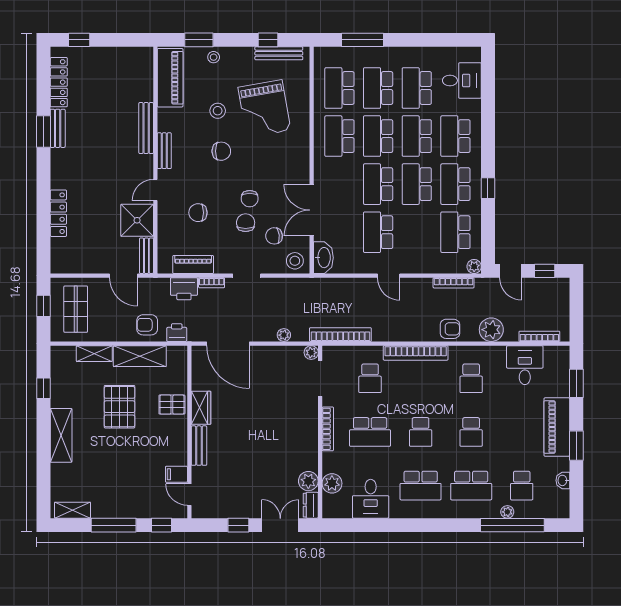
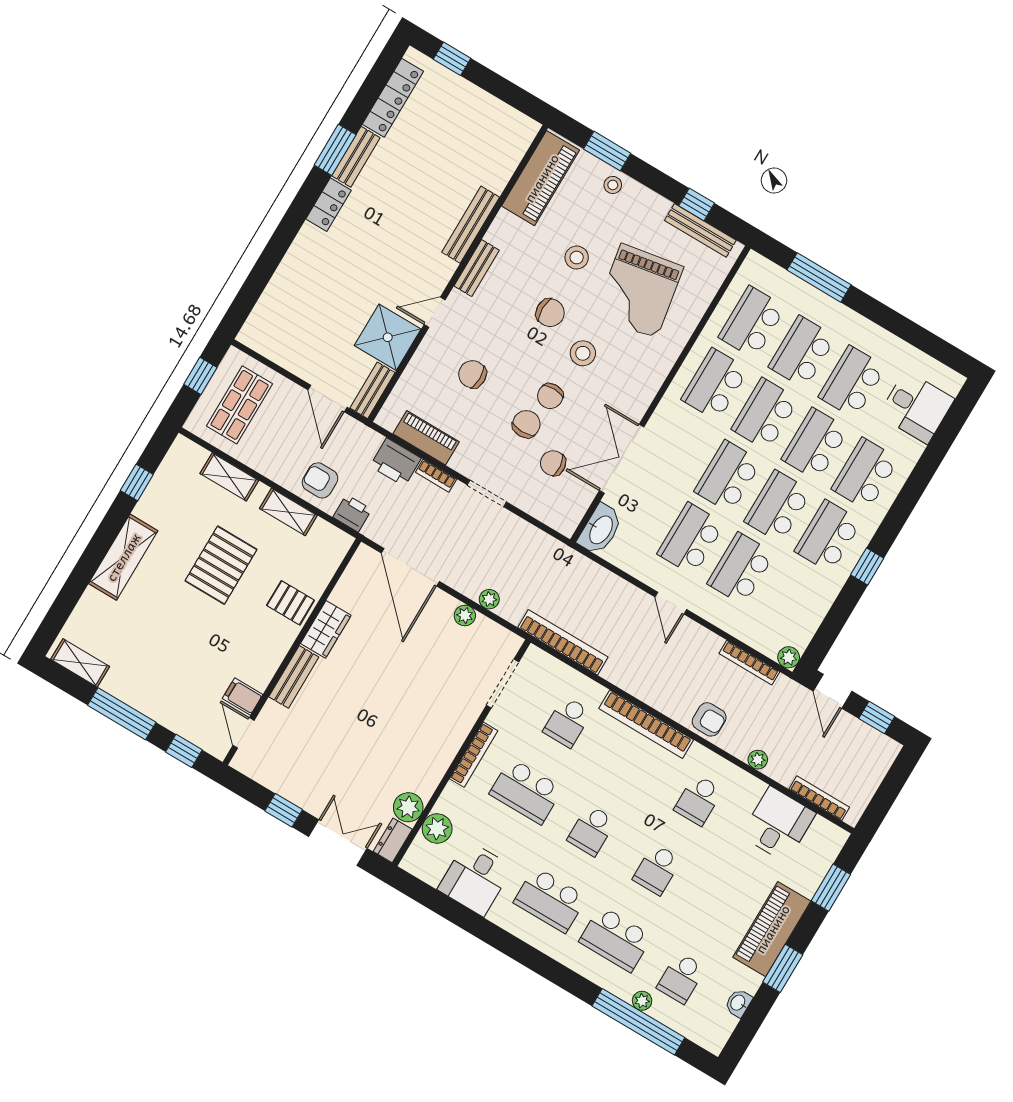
locker: (58, 213) -> (329, 205), moved, width x0.66
school desk: (455, 232) -> (741, 569), moved
stool: (295, 261) -> (583, 353), moved
plant: (491, 330) -> (758, 760), width x0.53, depth x0.53
plant: (311, 353) -> (465, 615), moved
shelving: (140, 356) -> (288, 512), width x0.67, depth x0.75

